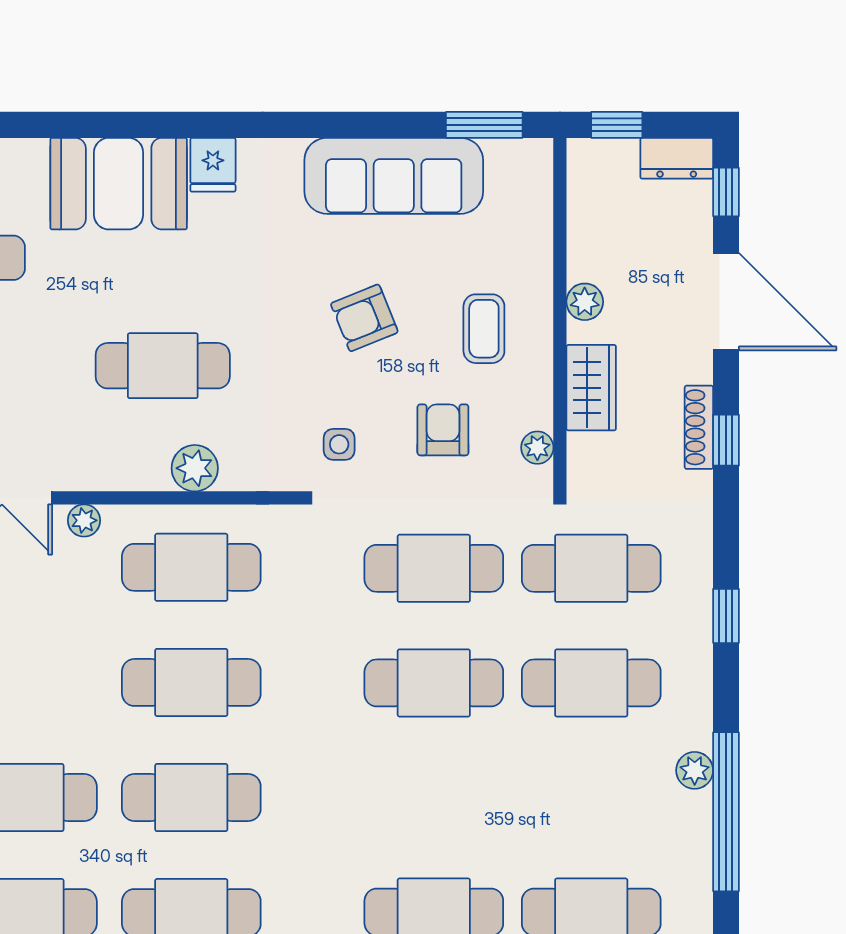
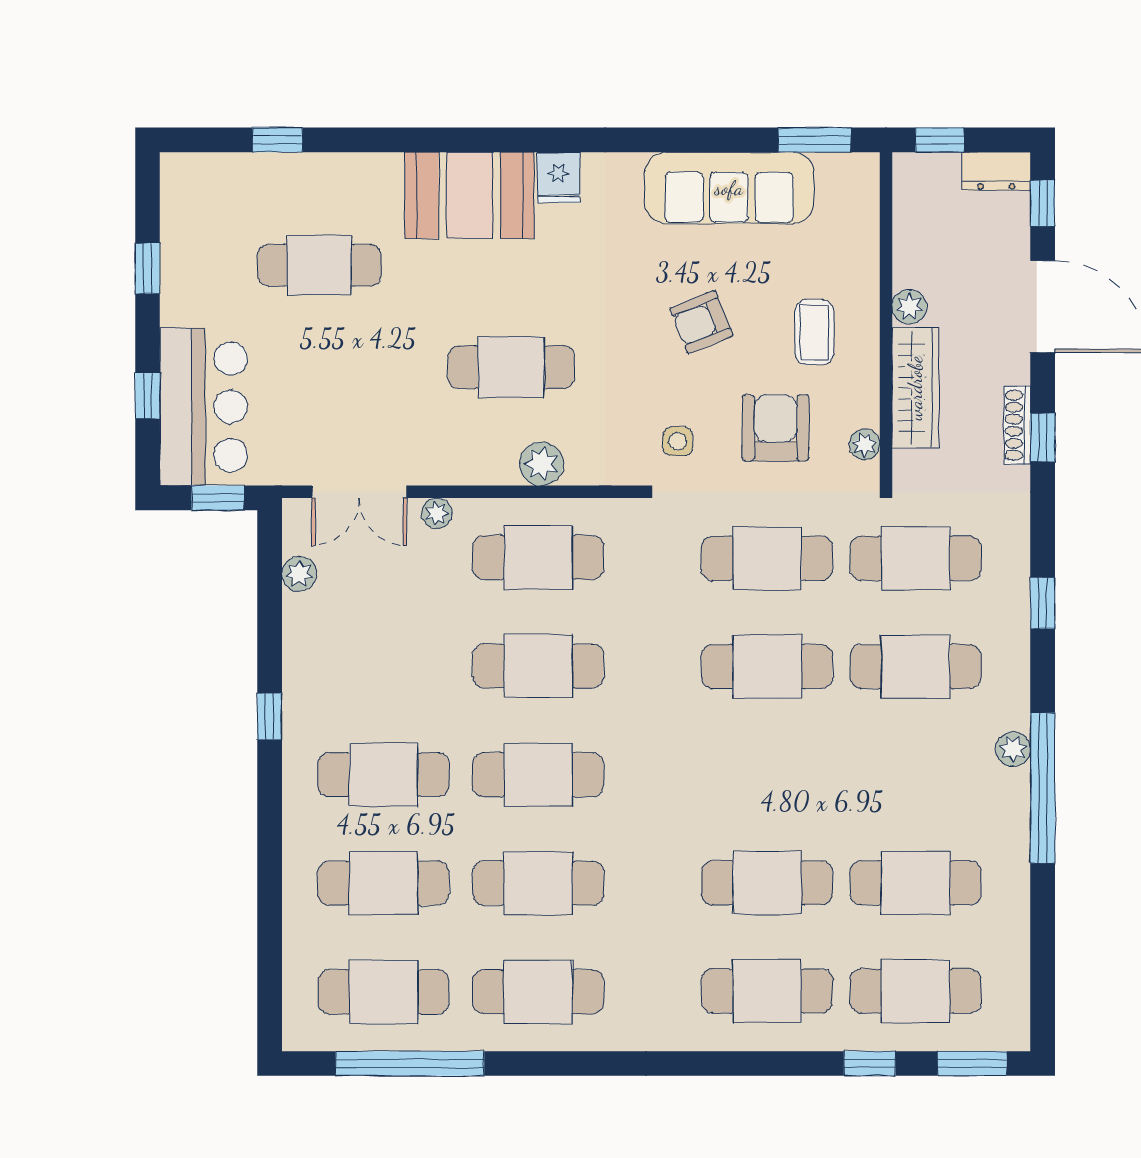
wardrobe: (591, 388) -> (915, 388), width x1.50
armchair: (443, 430) -> (776, 428), width x1.38, depth x1.38

